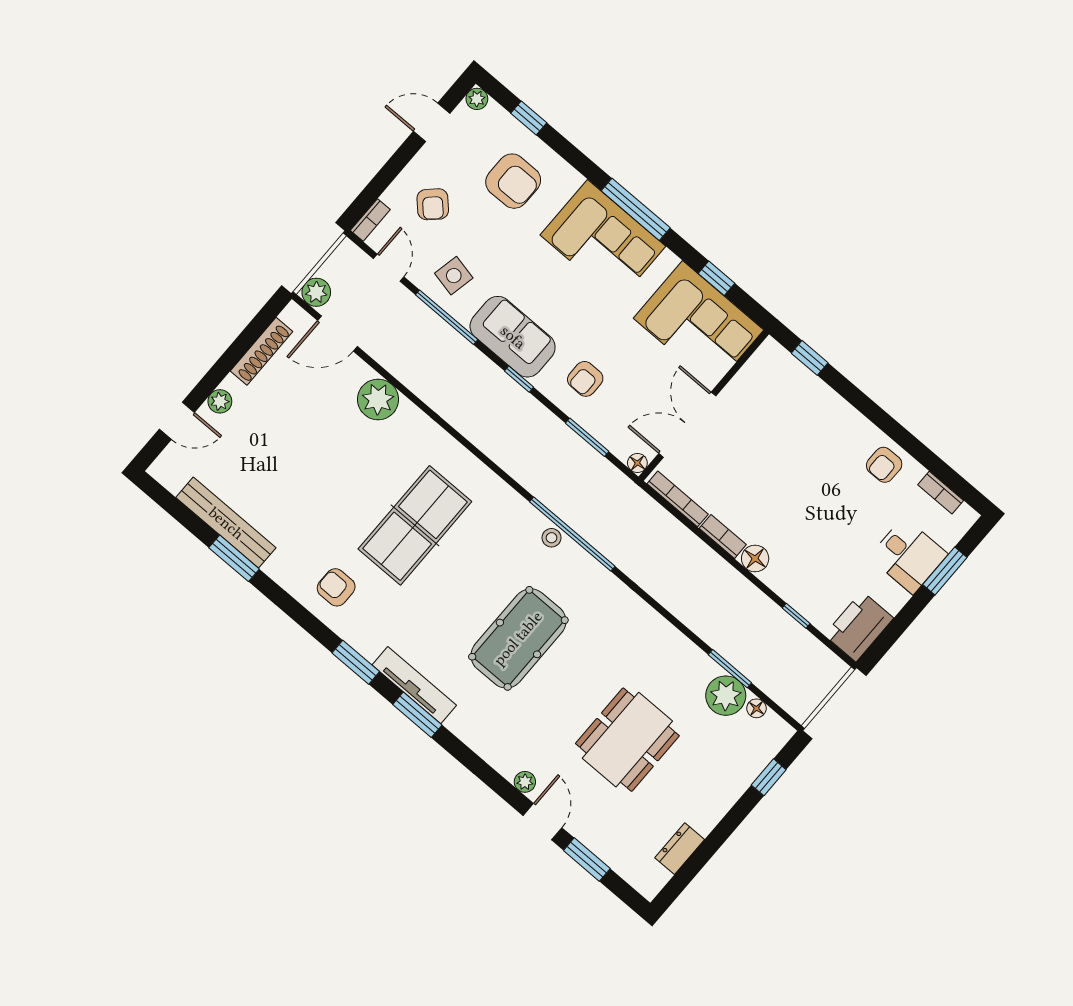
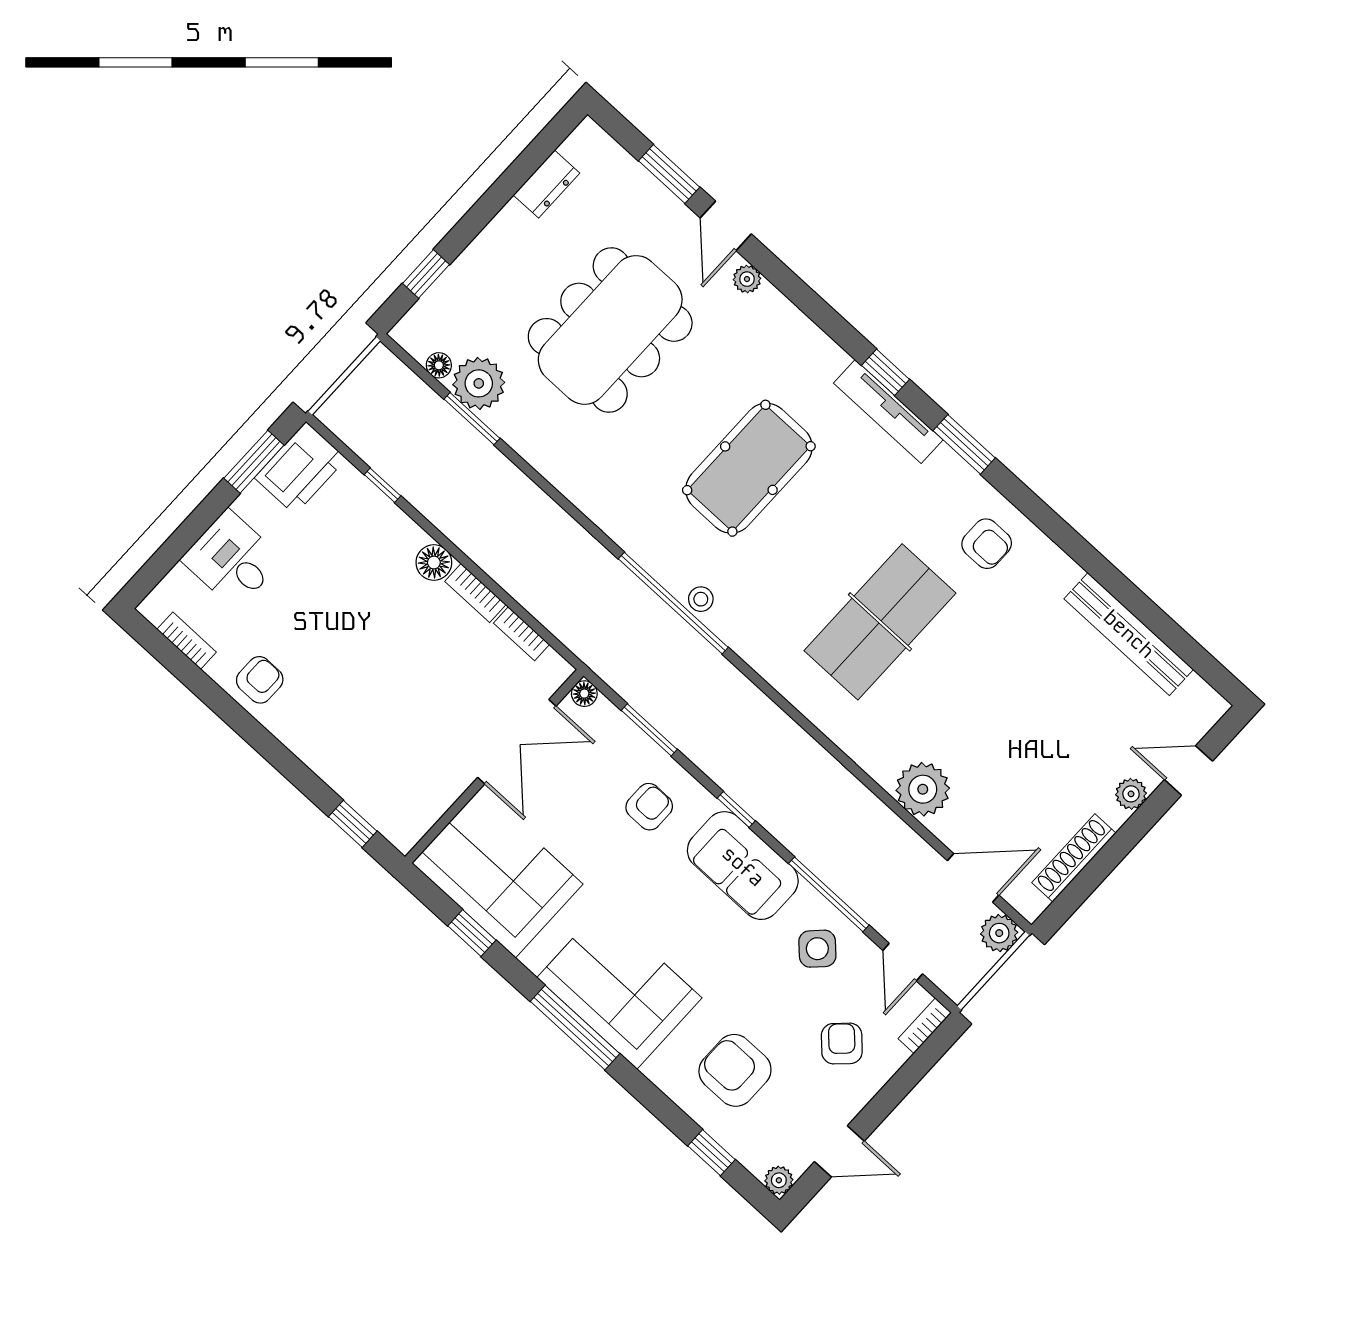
side table: (454, 276) -> (817, 949), turned 33
bookcase: (678, 499) -> (521, 634), width x0.64
window: (234, 558) -> (1120, 587), removed
window: (945, 571) -> (254, 462), moved
window: (417, 715) -> (886, 372), width x0.67
dining table: (627, 740) -> (610, 330), width x1.36, depth x1.24

